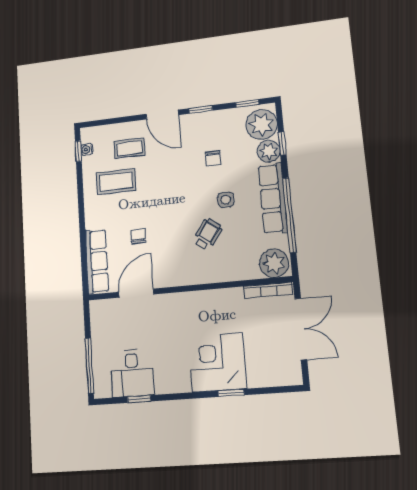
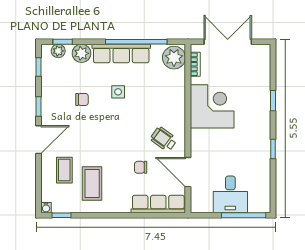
plant: (262, 124) -> (58, 51), width x0.53, depth x0.53
window: (282, 143) -> (63, 42), moved
water cooler: (87, 149) -> (46, 208), moved
wheelchair: (208, 234) -> (164, 139), moved
bookcase: (268, 290) -> (195, 64), width x0.64
corner desk: (217, 363) -> (212, 106), moved, turned 180
desk: (132, 373) -> (230, 194), moved, turned 90
window: (139, 399) -> (273, 149), moved

